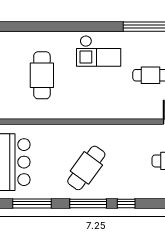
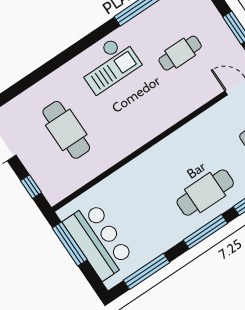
cafe table: (86, 168) -> (205, 193), moved, turned 54

